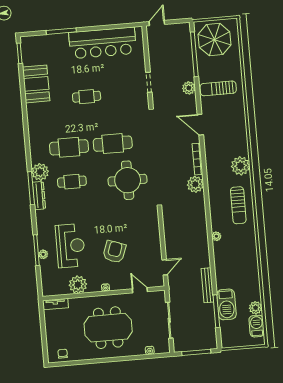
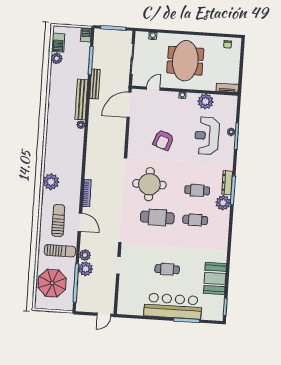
parasol: (215, 40) -> (52, 283), moved
bar counter: (103, 43) -> (173, 306), moved
cafe table: (87, 97) -> (167, 269), moved
cafe table: (69, 147) -> (195, 220), width x0.73, depth x0.74
plant: (195, 184) -> (86, 269), moved
sun lounger: (238, 205) -> (58, 220), moved
armchair: (114, 252) -> (163, 140), moved
bench: (220, 265) -> (81, 99), added
door: (165, 267) -> (129, 105), width x1.87
door: (140, 290) -> (153, 89), swing flipped
barbecue: (226, 304) -> (86, 35), moved, width x0.53, depth x0.65
meeting table: (108, 328) -> (185, 61), turned 90

